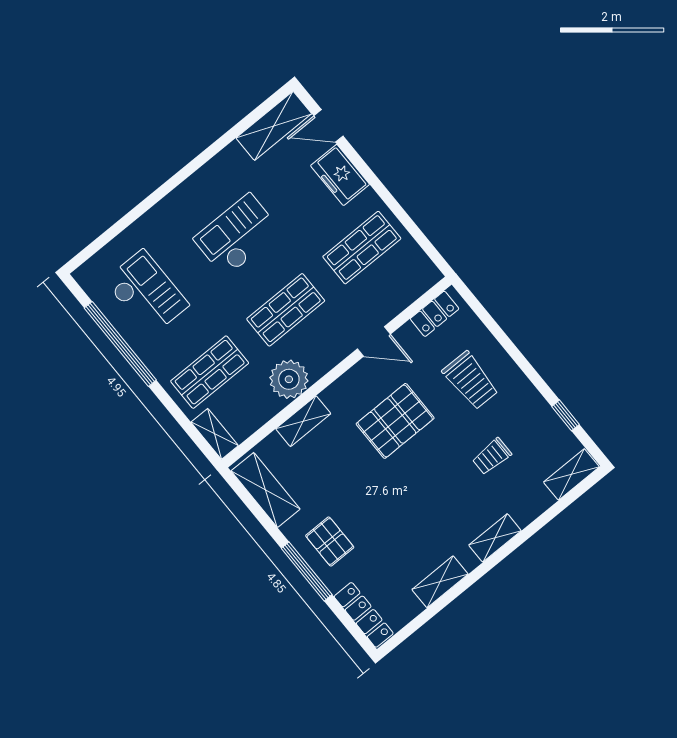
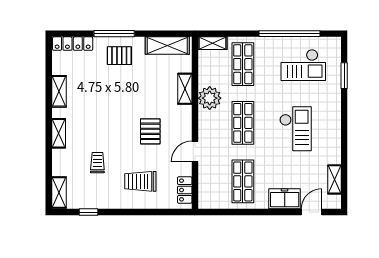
shelving: (274, 126) -> (334, 179), width x0.67, depth x0.75
window: (117, 228) -> (344, 76), added
pallet: (395, 421) -> (150, 131), width x0.67, depth x0.71

